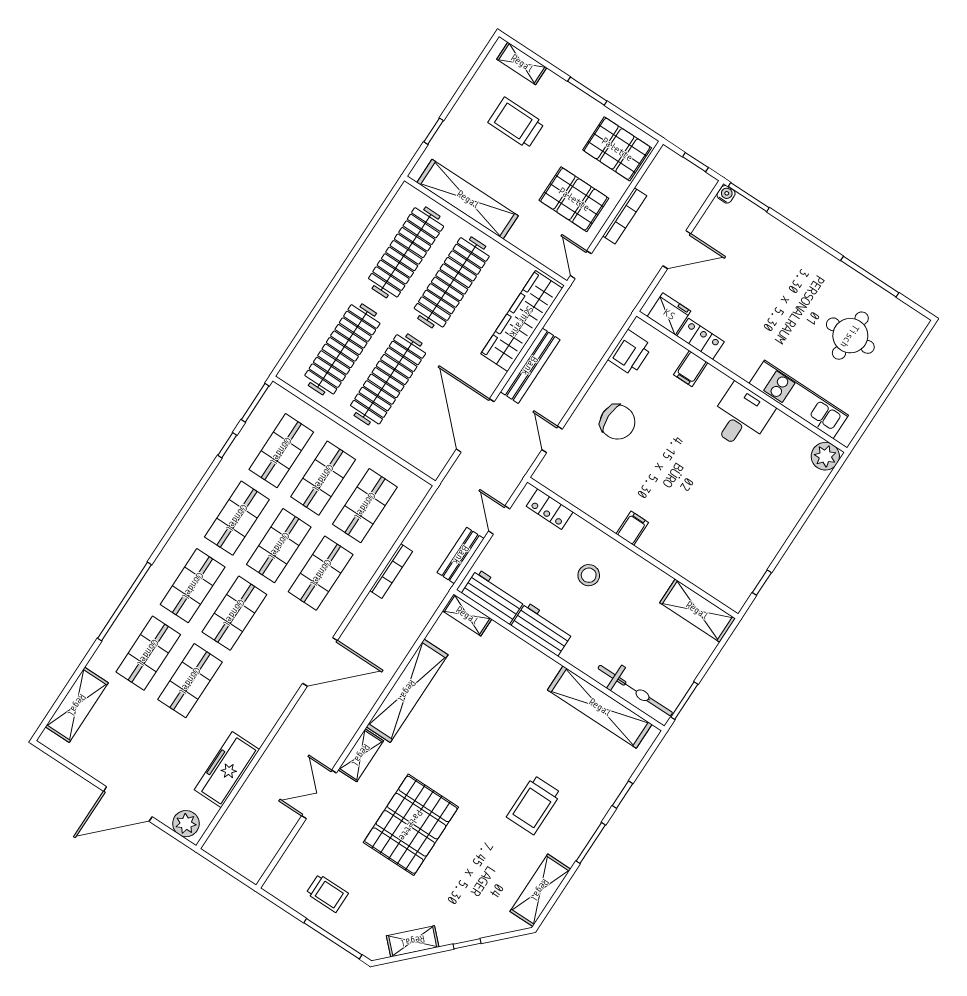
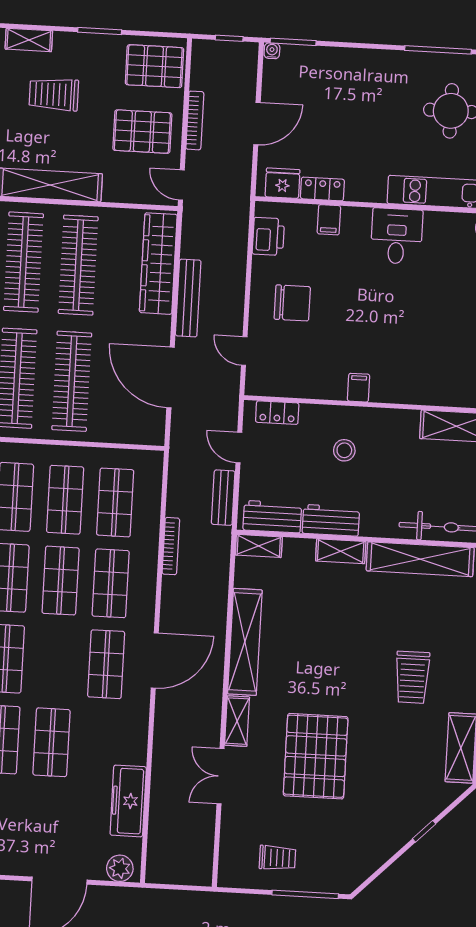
shop shelf: (234, 613) -> (106, 664), moved
shelving: (413, 941) -> (341, 551), moved, turned 45

